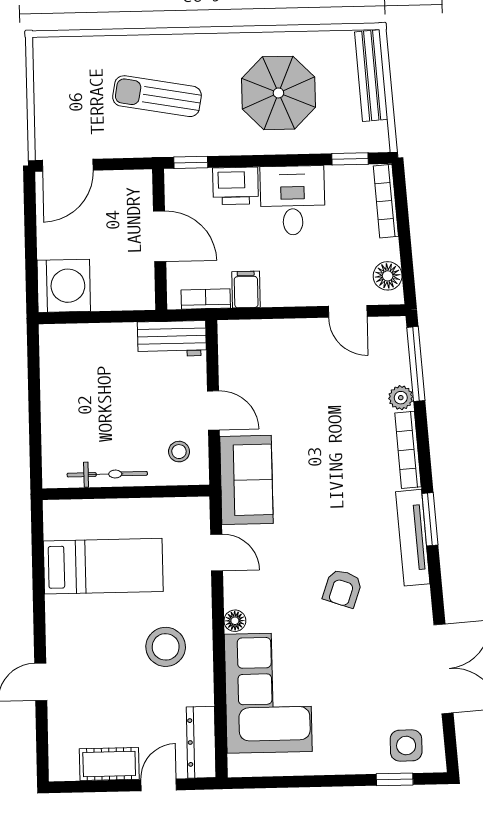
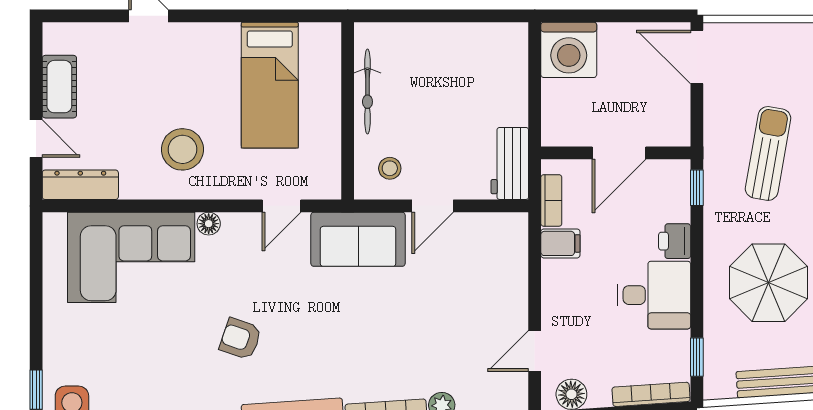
printer: (236, 186) -> (675, 241), width x0.73, depth x0.81

